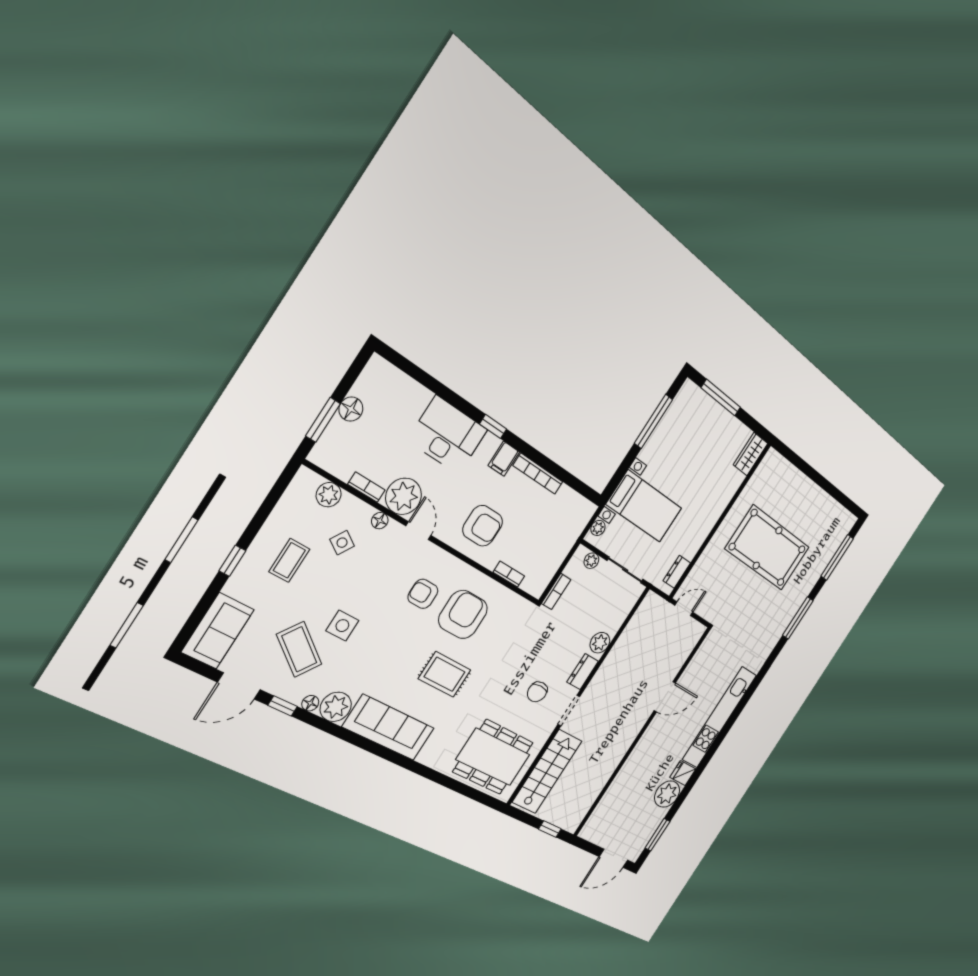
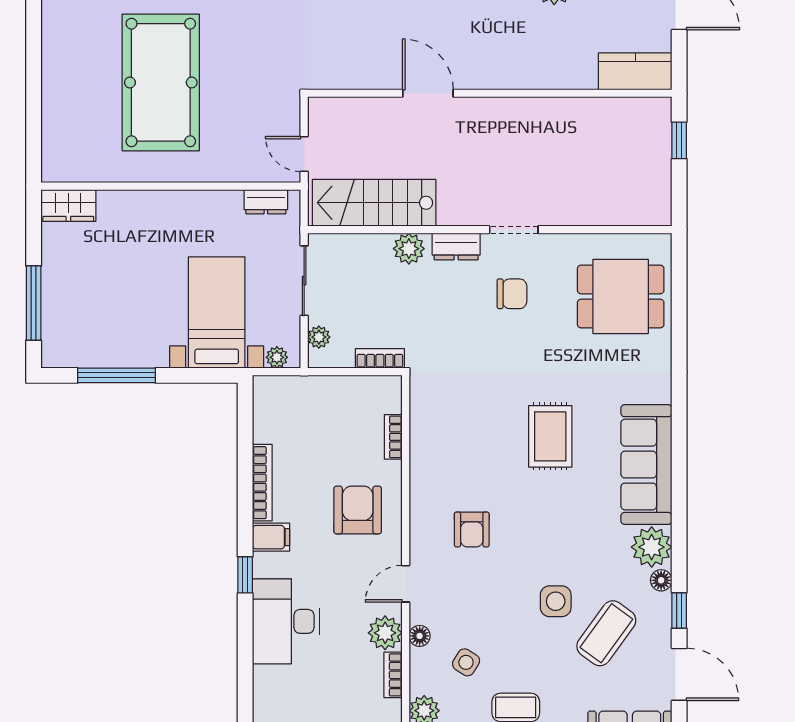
plant: (404, 496) -> (385, 633), width x0.73, depth x0.73
armchair: (463, 615) -> (469, 463), removed
dining table: (493, 757) -> (621, 296), width x0.73
stairs: (547, 772) -> (374, 203), moved
kitchen counter: (599, 819) -> (635, 71), added

